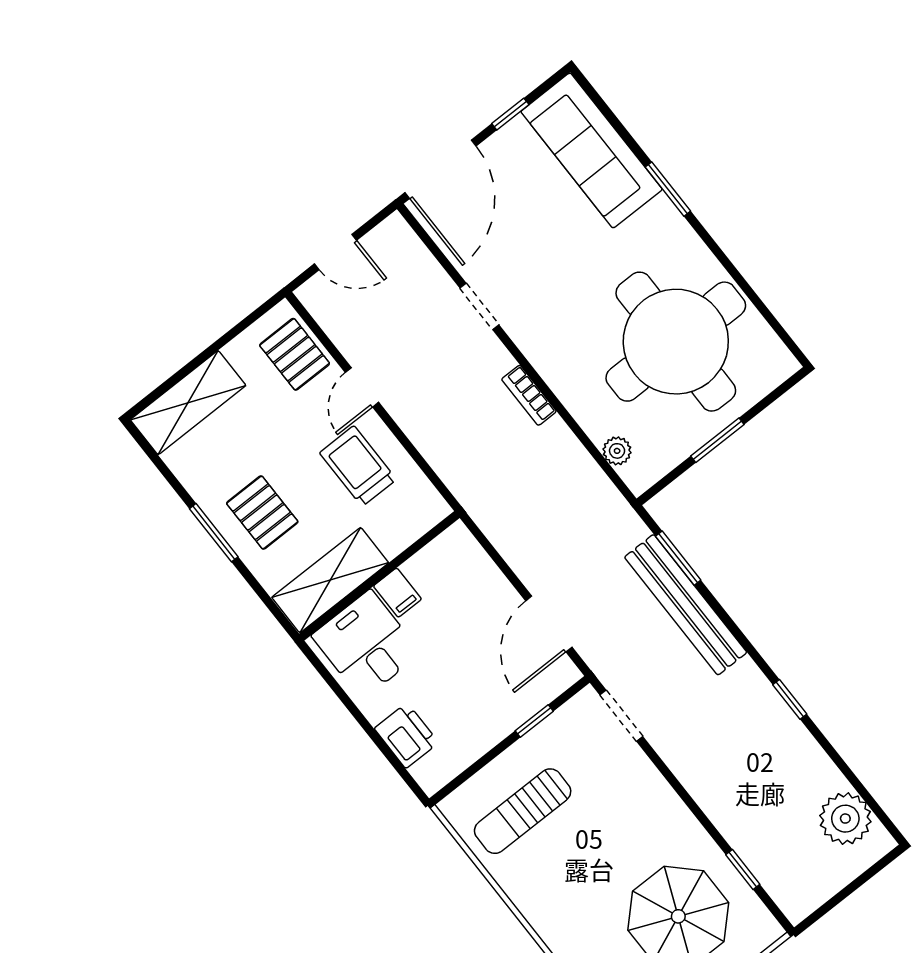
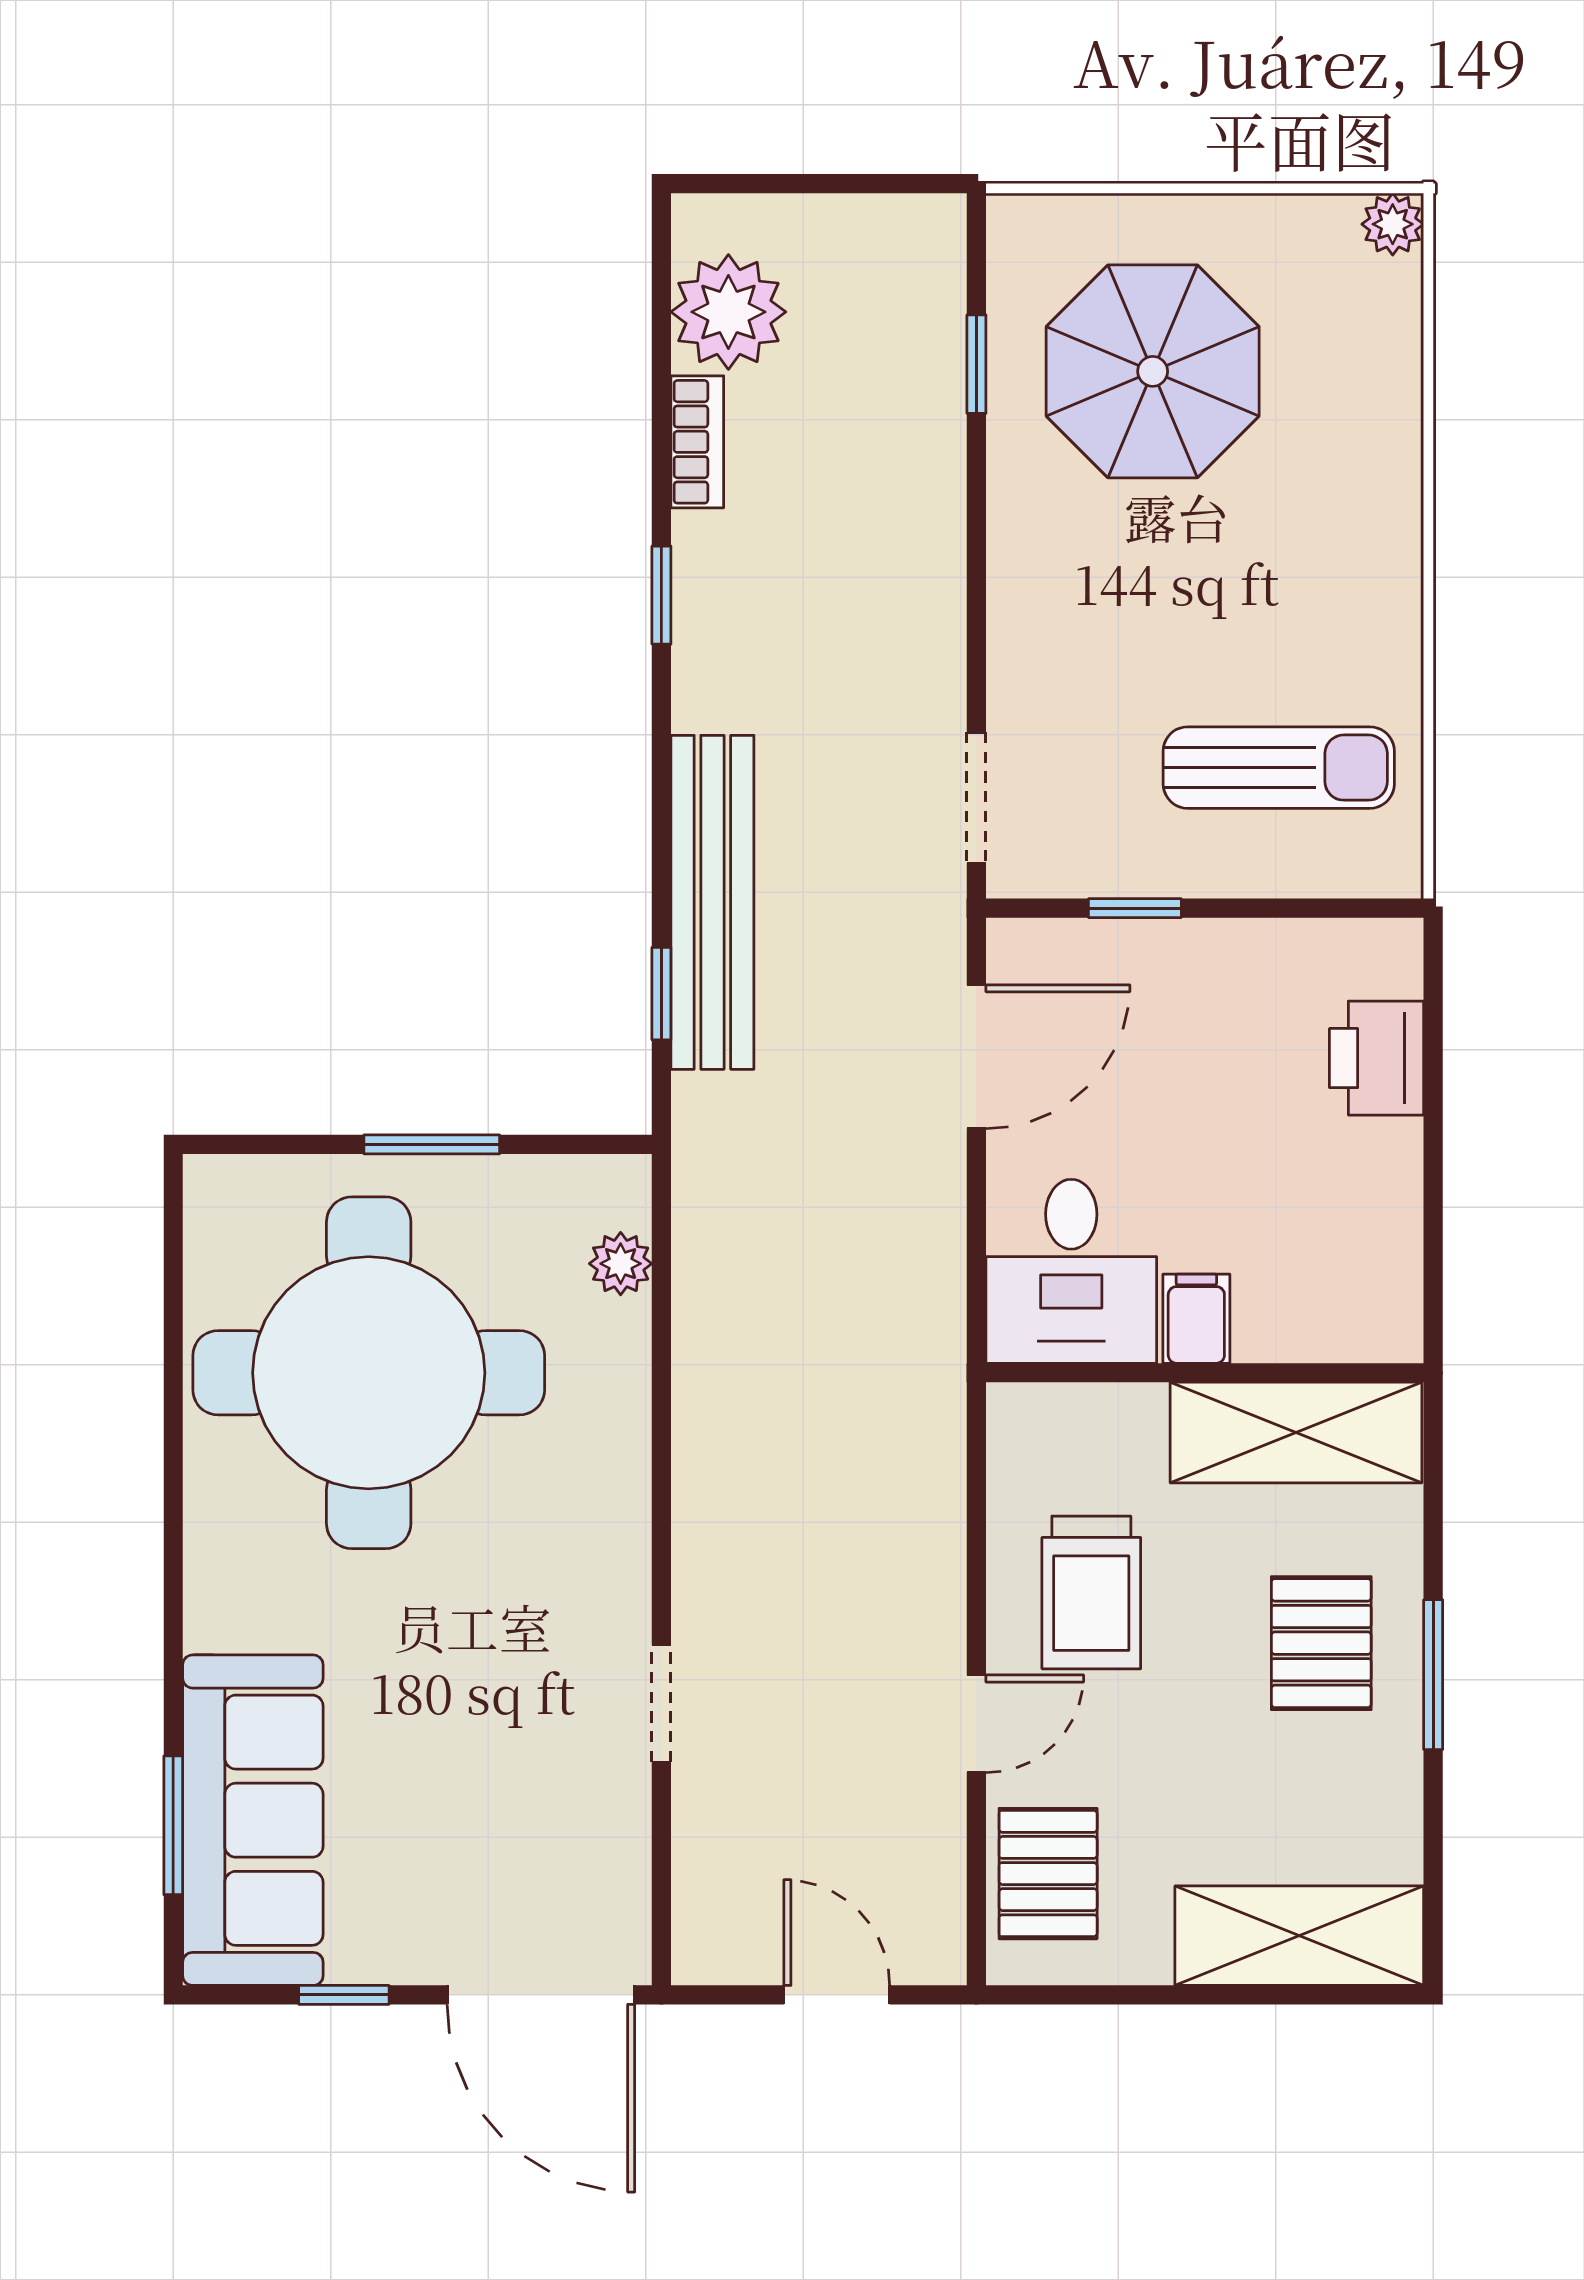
door: (440, 169) -> (541, 1995), swing flipped
window: (668, 189) -> (173, 1825), moved
bookcase: (529, 395) -> (697, 442), moved
window: (678, 558) -> (661, 994), width x0.67
desk: (366, 644) -> (1071, 1271), moved

